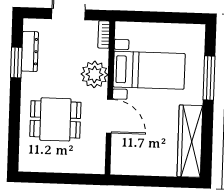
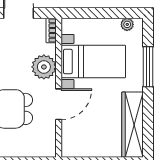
plant: (188, 31) -> (127, 24), added
door: (109, 116) -> (59, 104), hinge flipped

